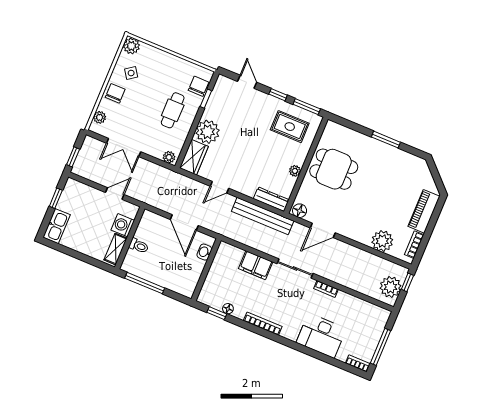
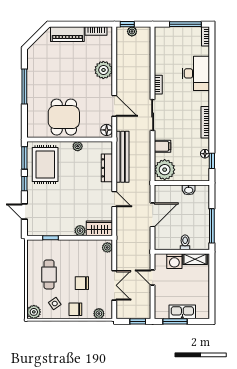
door: (247, 82) -> (24, 212), hinge flipped
chair: (199, 86) -> (82, 283), moved
cafe table: (173, 110) -> (49, 274), moved, turned 90
rug: (290, 127) -> (45, 165), width x1.36, depth x1.43
plant: (208, 132) -> (80, 231), width x0.53, depth x0.53
window: (386, 140) -> (24, 86), width x1.44
window: (56, 198) -> (175, 321), width x1.50
dresser: (271, 199) -> (107, 168), moved
kitchen sink: (57, 226) -> (182, 312), moved
plant: (382, 241) -> (103, 70), moved
washbasin: (204, 252) -> (189, 190), moved
plant: (229, 257) -> (165, 170), added
filing cabinet: (256, 265) -> (163, 146), width x0.50
plant: (391, 287) -> (132, 31), width x0.53, depth x0.53

